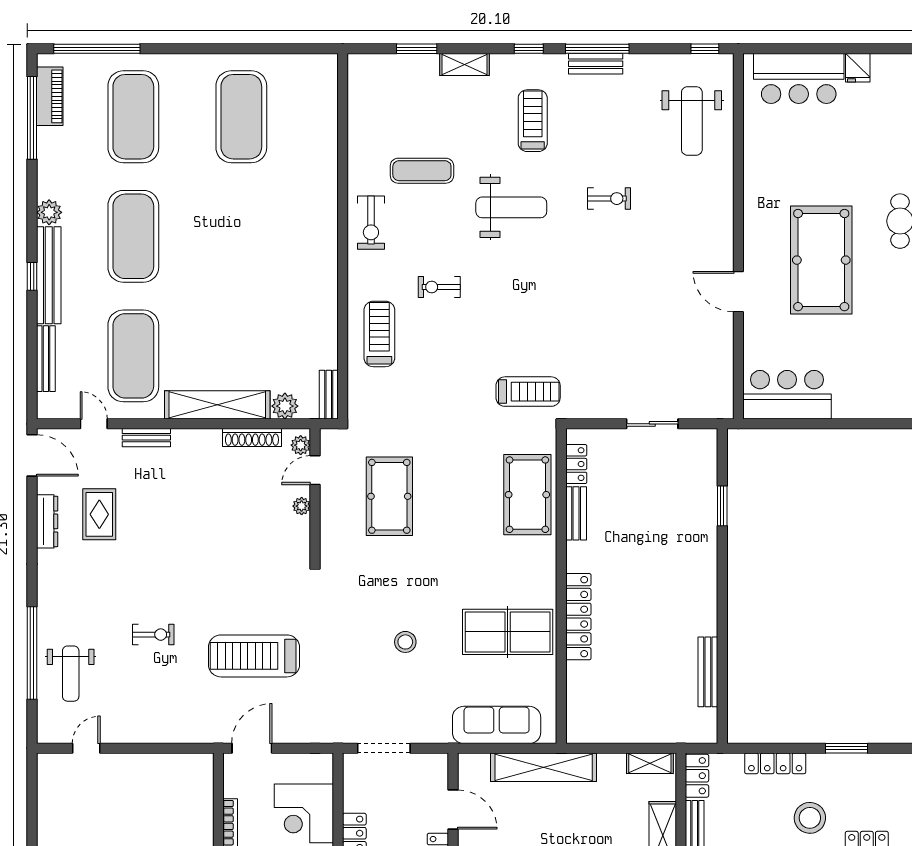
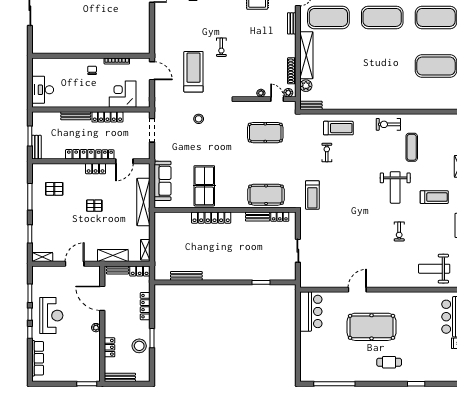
exercise bike: (439, 287) -> (327, 153), moved
exercise bike: (153, 635) -> (221, 47), moved
stool: (405, 642) -> (199, 119), moved
stool: (810, 818) -> (139, 346), moved

